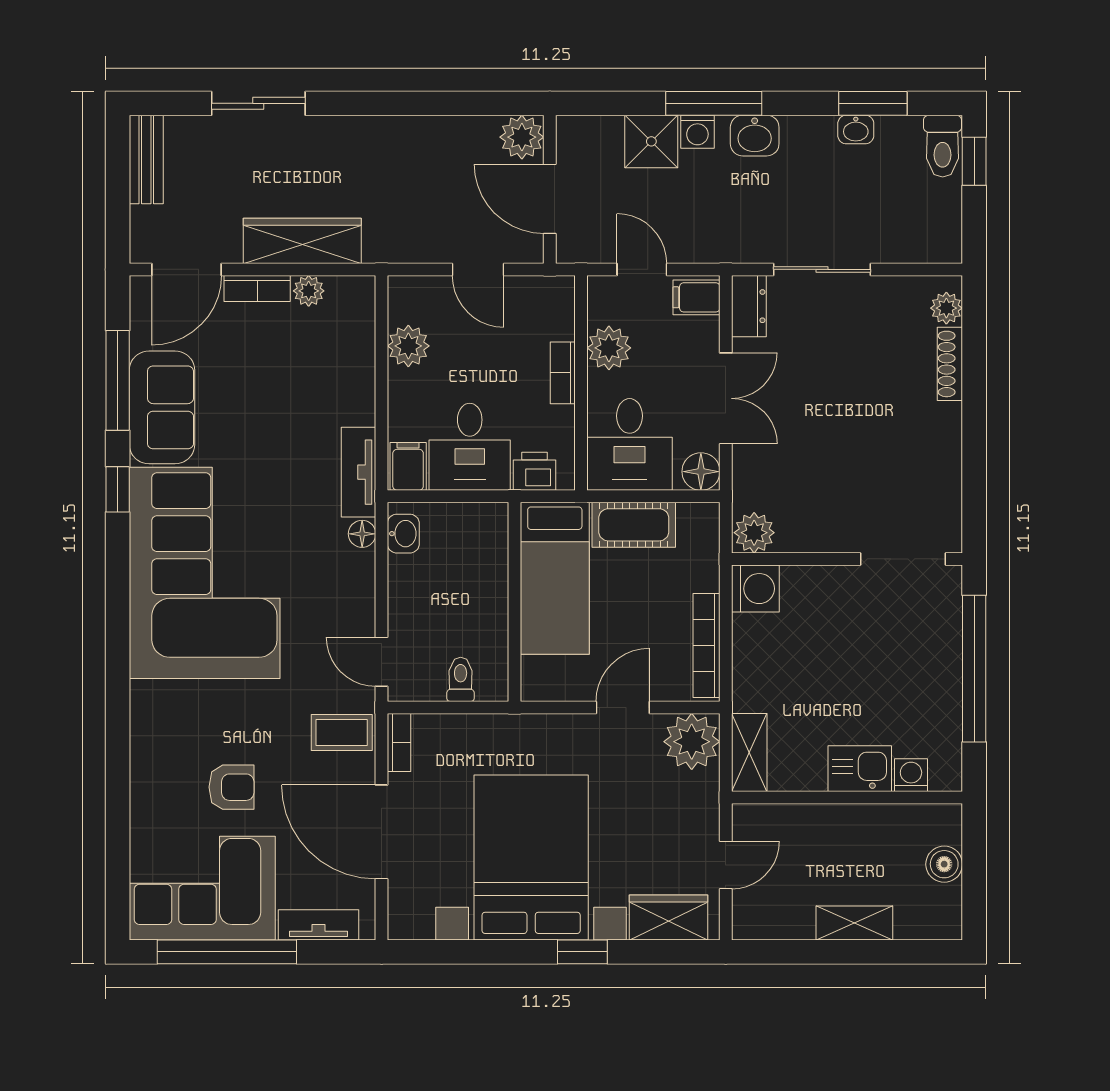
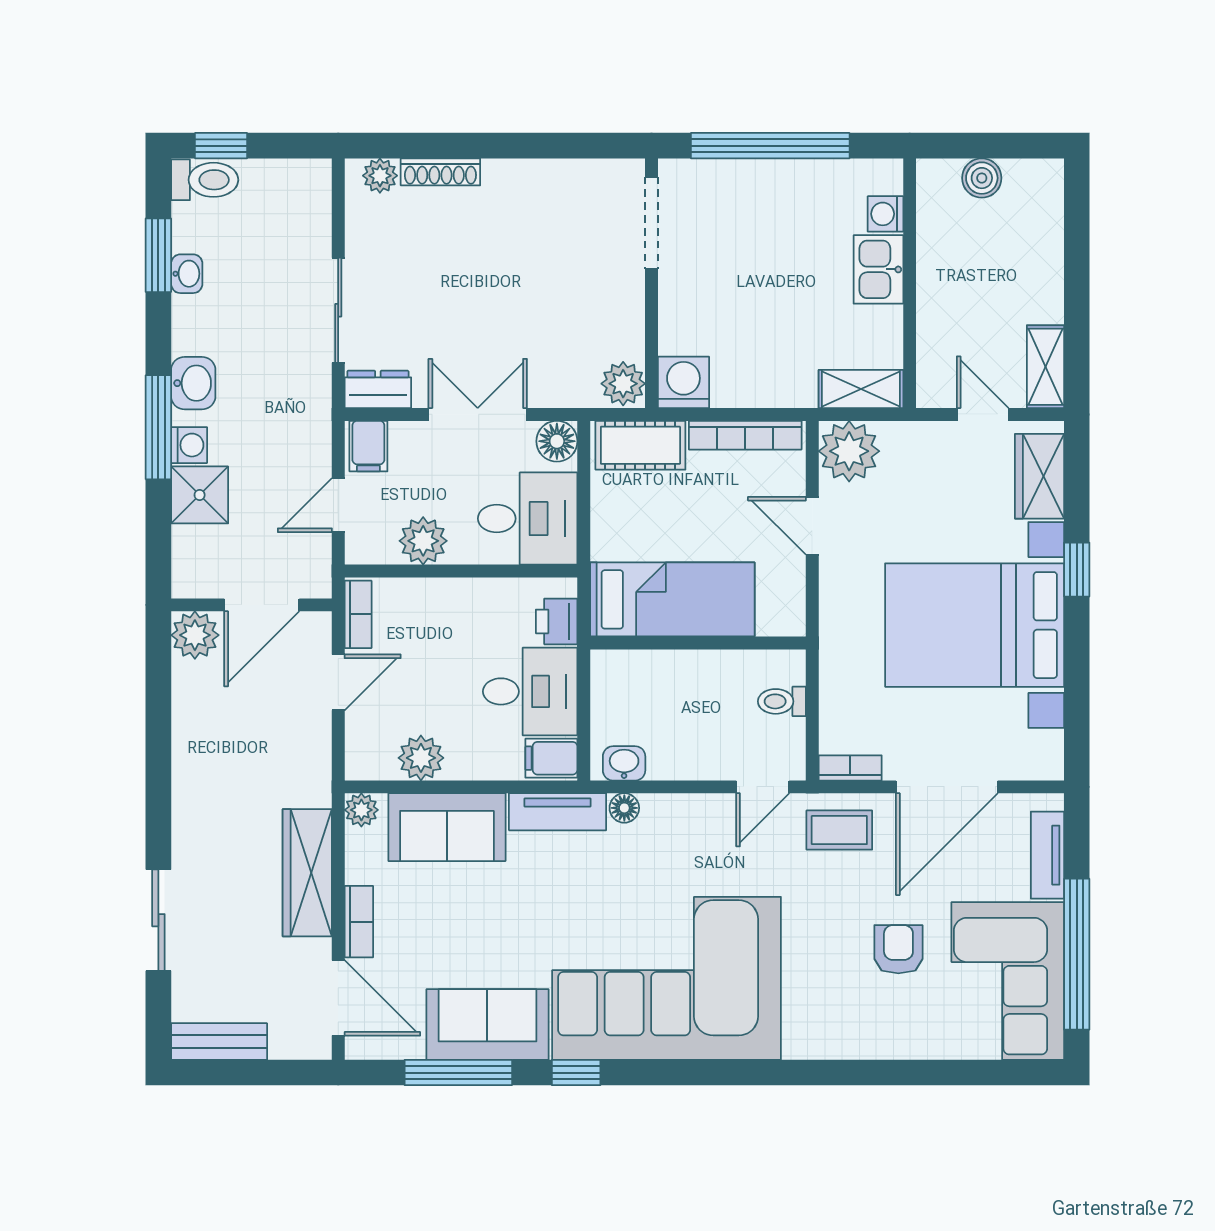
plant: (309, 291) -> (361, 810), moved
sofa: (344, 370) -> (447, 827), added
bookcase: (563, 373) -> (358, 614), moved, turned -90
cot: (634, 525) -> (640, 445), moved, turned 90
coffee table: (342, 733) -> (839, 830), turned 90
shelving: (854, 923) -> (1045, 367), moved

